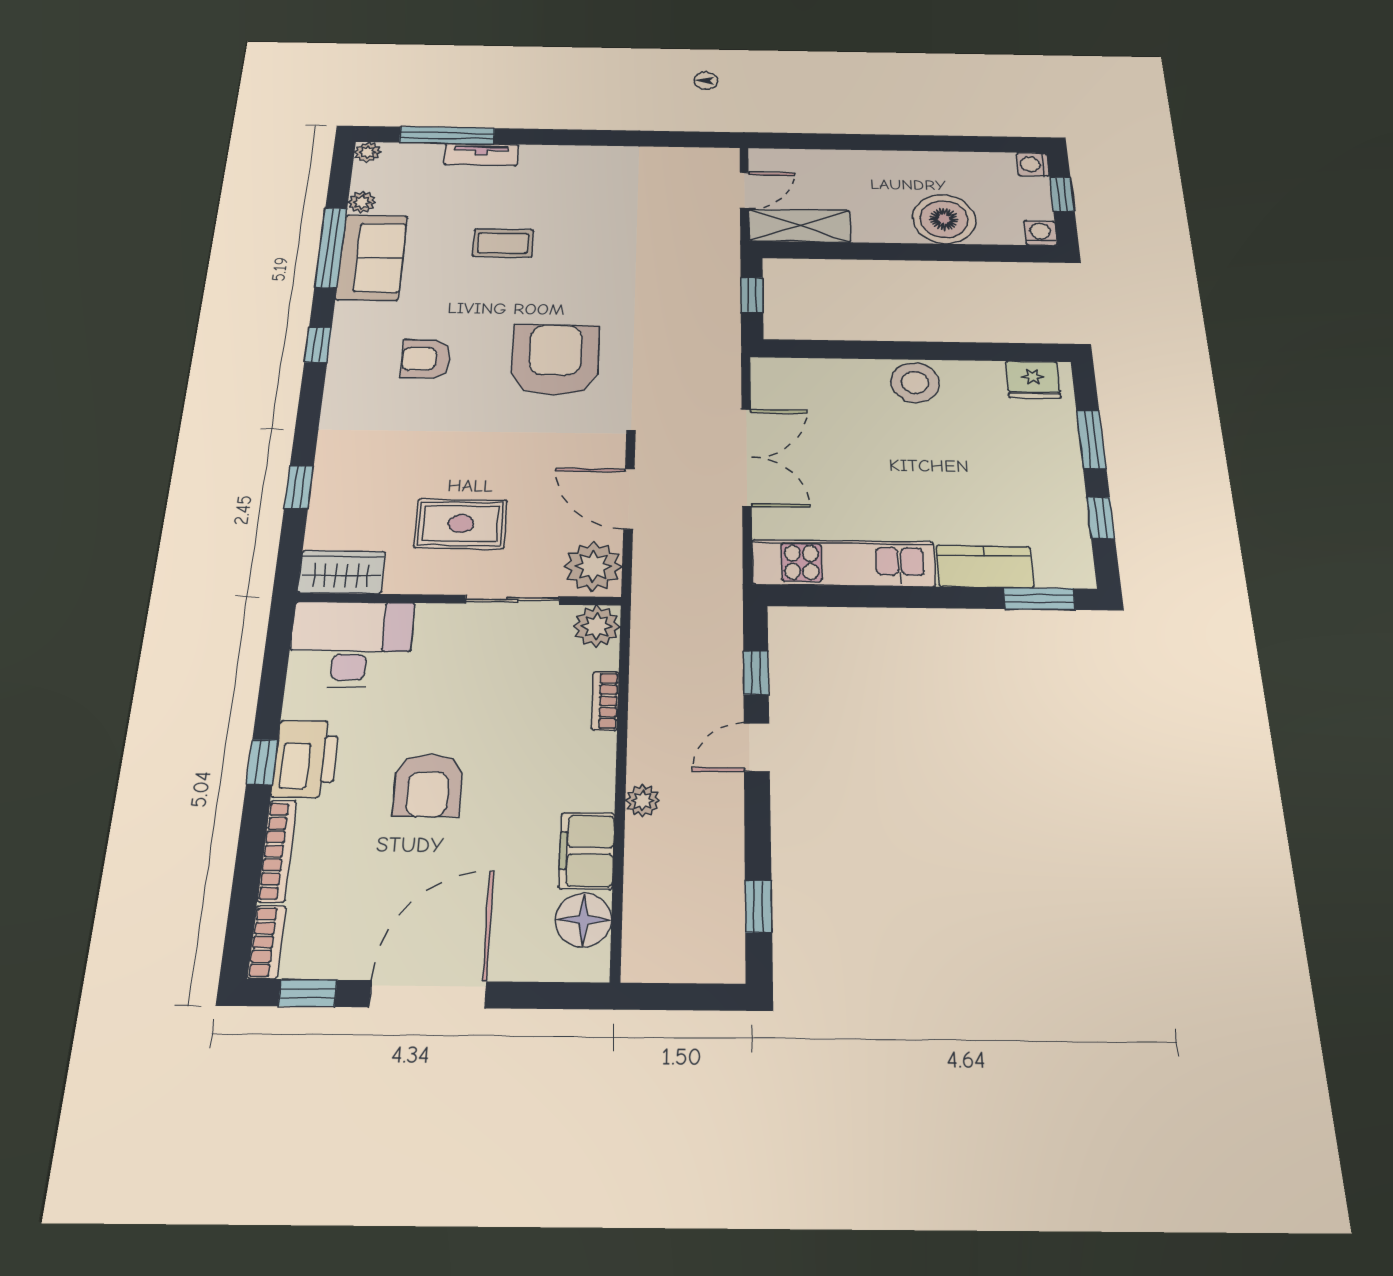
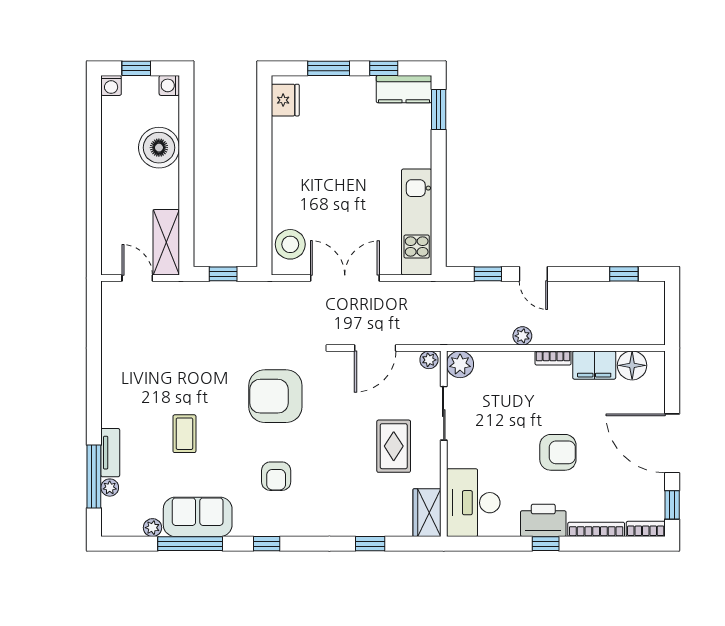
plant: (368, 152) -> (110, 488), moved
stool: (915, 383) -> (290, 244), moved
plant: (593, 566) -> (429, 360), width x0.53, depth x0.53
kitchen counter: (985, 567) -> (404, 89), moved, turned -90
bookcase: (605, 701) -> (553, 358), moved
plant: (643, 801) -> (522, 336), moved

